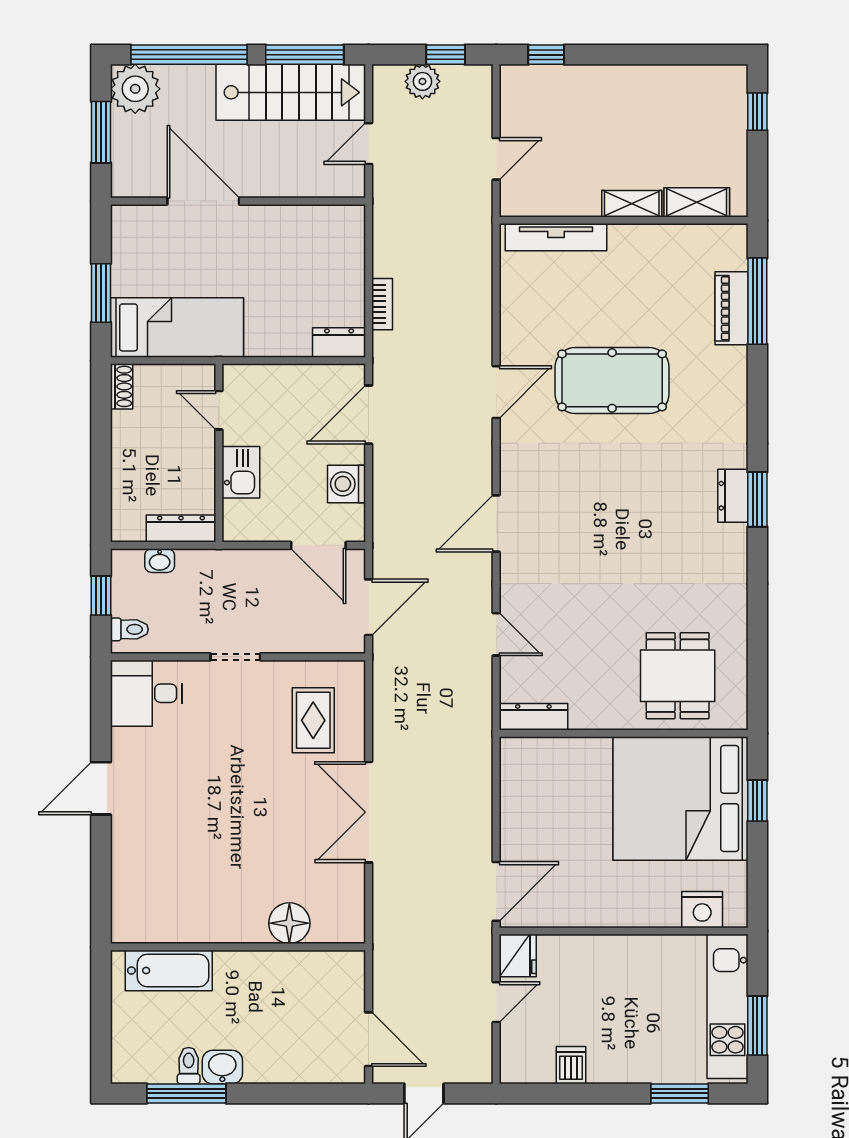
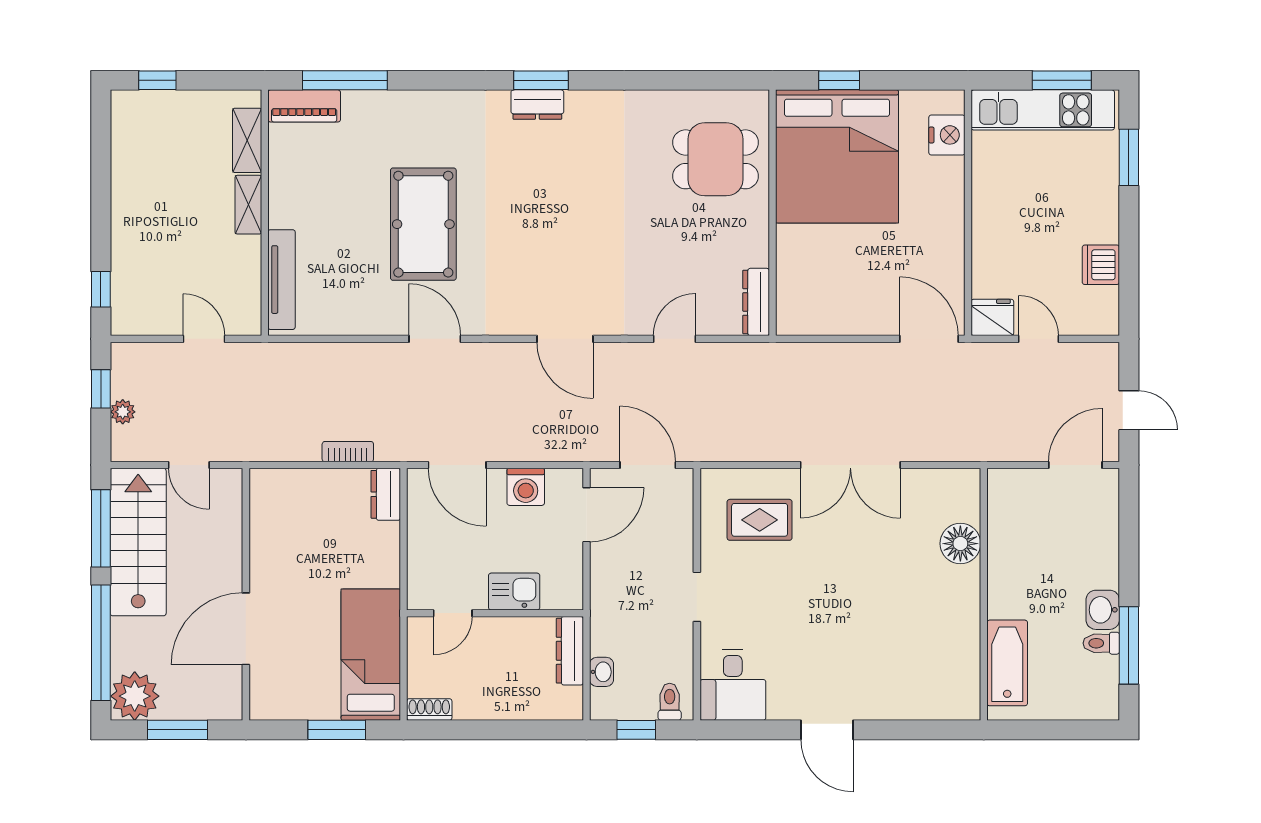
plant: (422, 81) -> (123, 412), width x0.73, depth x0.73
piano: (732, 308) -> (304, 106), moved
dishwasher: (571, 1065) -> (1101, 265), width x1.38

